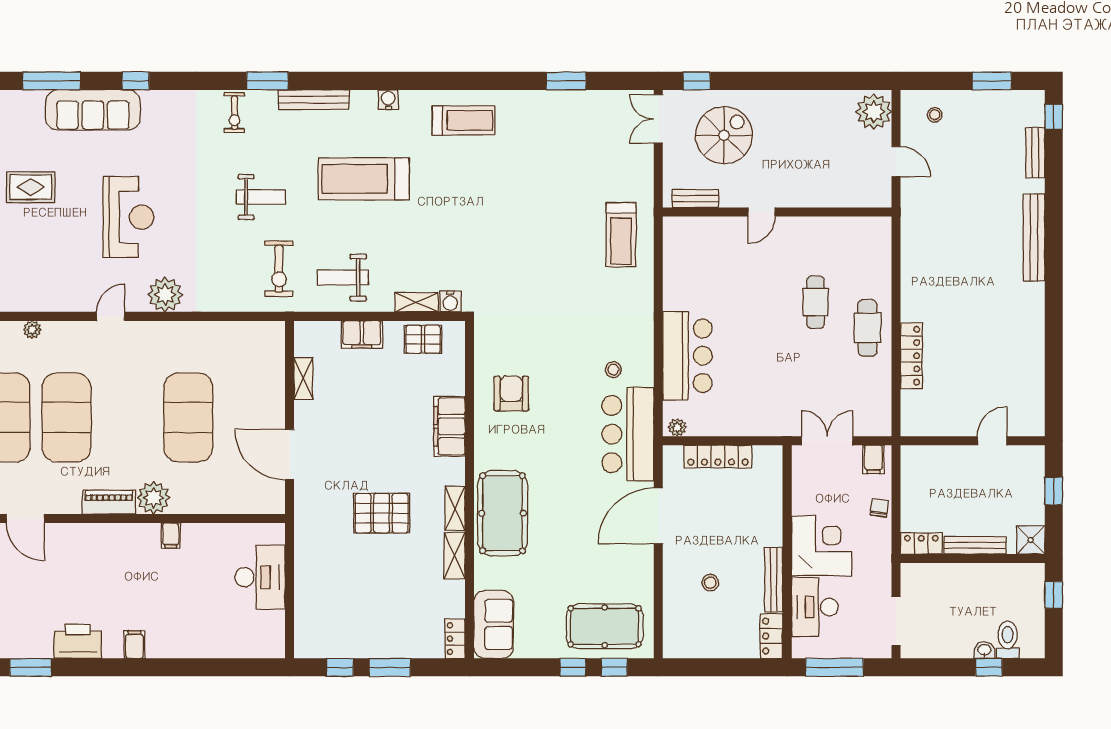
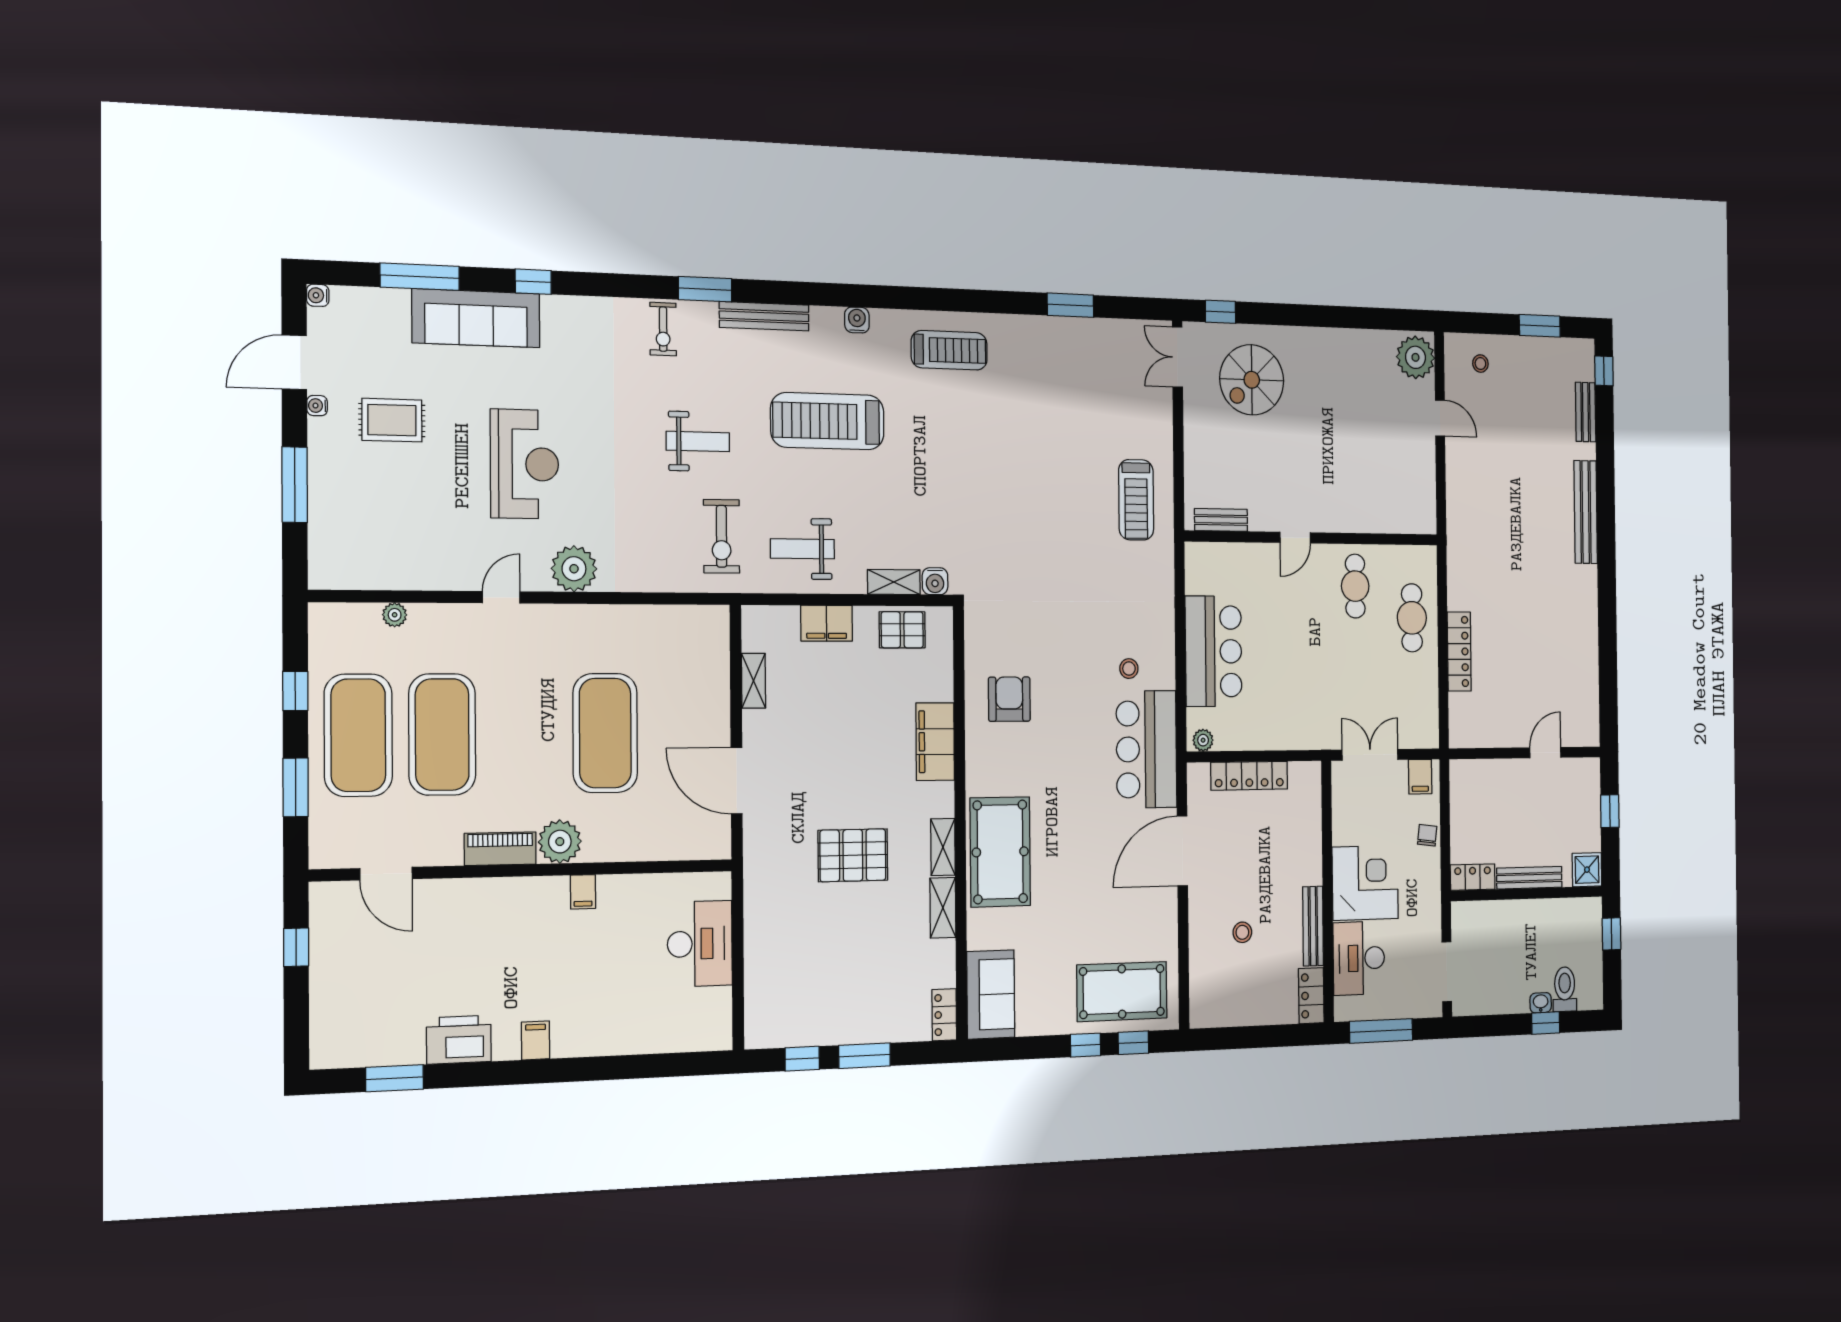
spiral stairs: (724, 135) -> (1252, 380), turned 180
bench: (695, 199) -> (1221, 520), moved
door: (761, 212) -> (1295, 538), moved
wall: (777, 212) -> (1313, 538), moved

